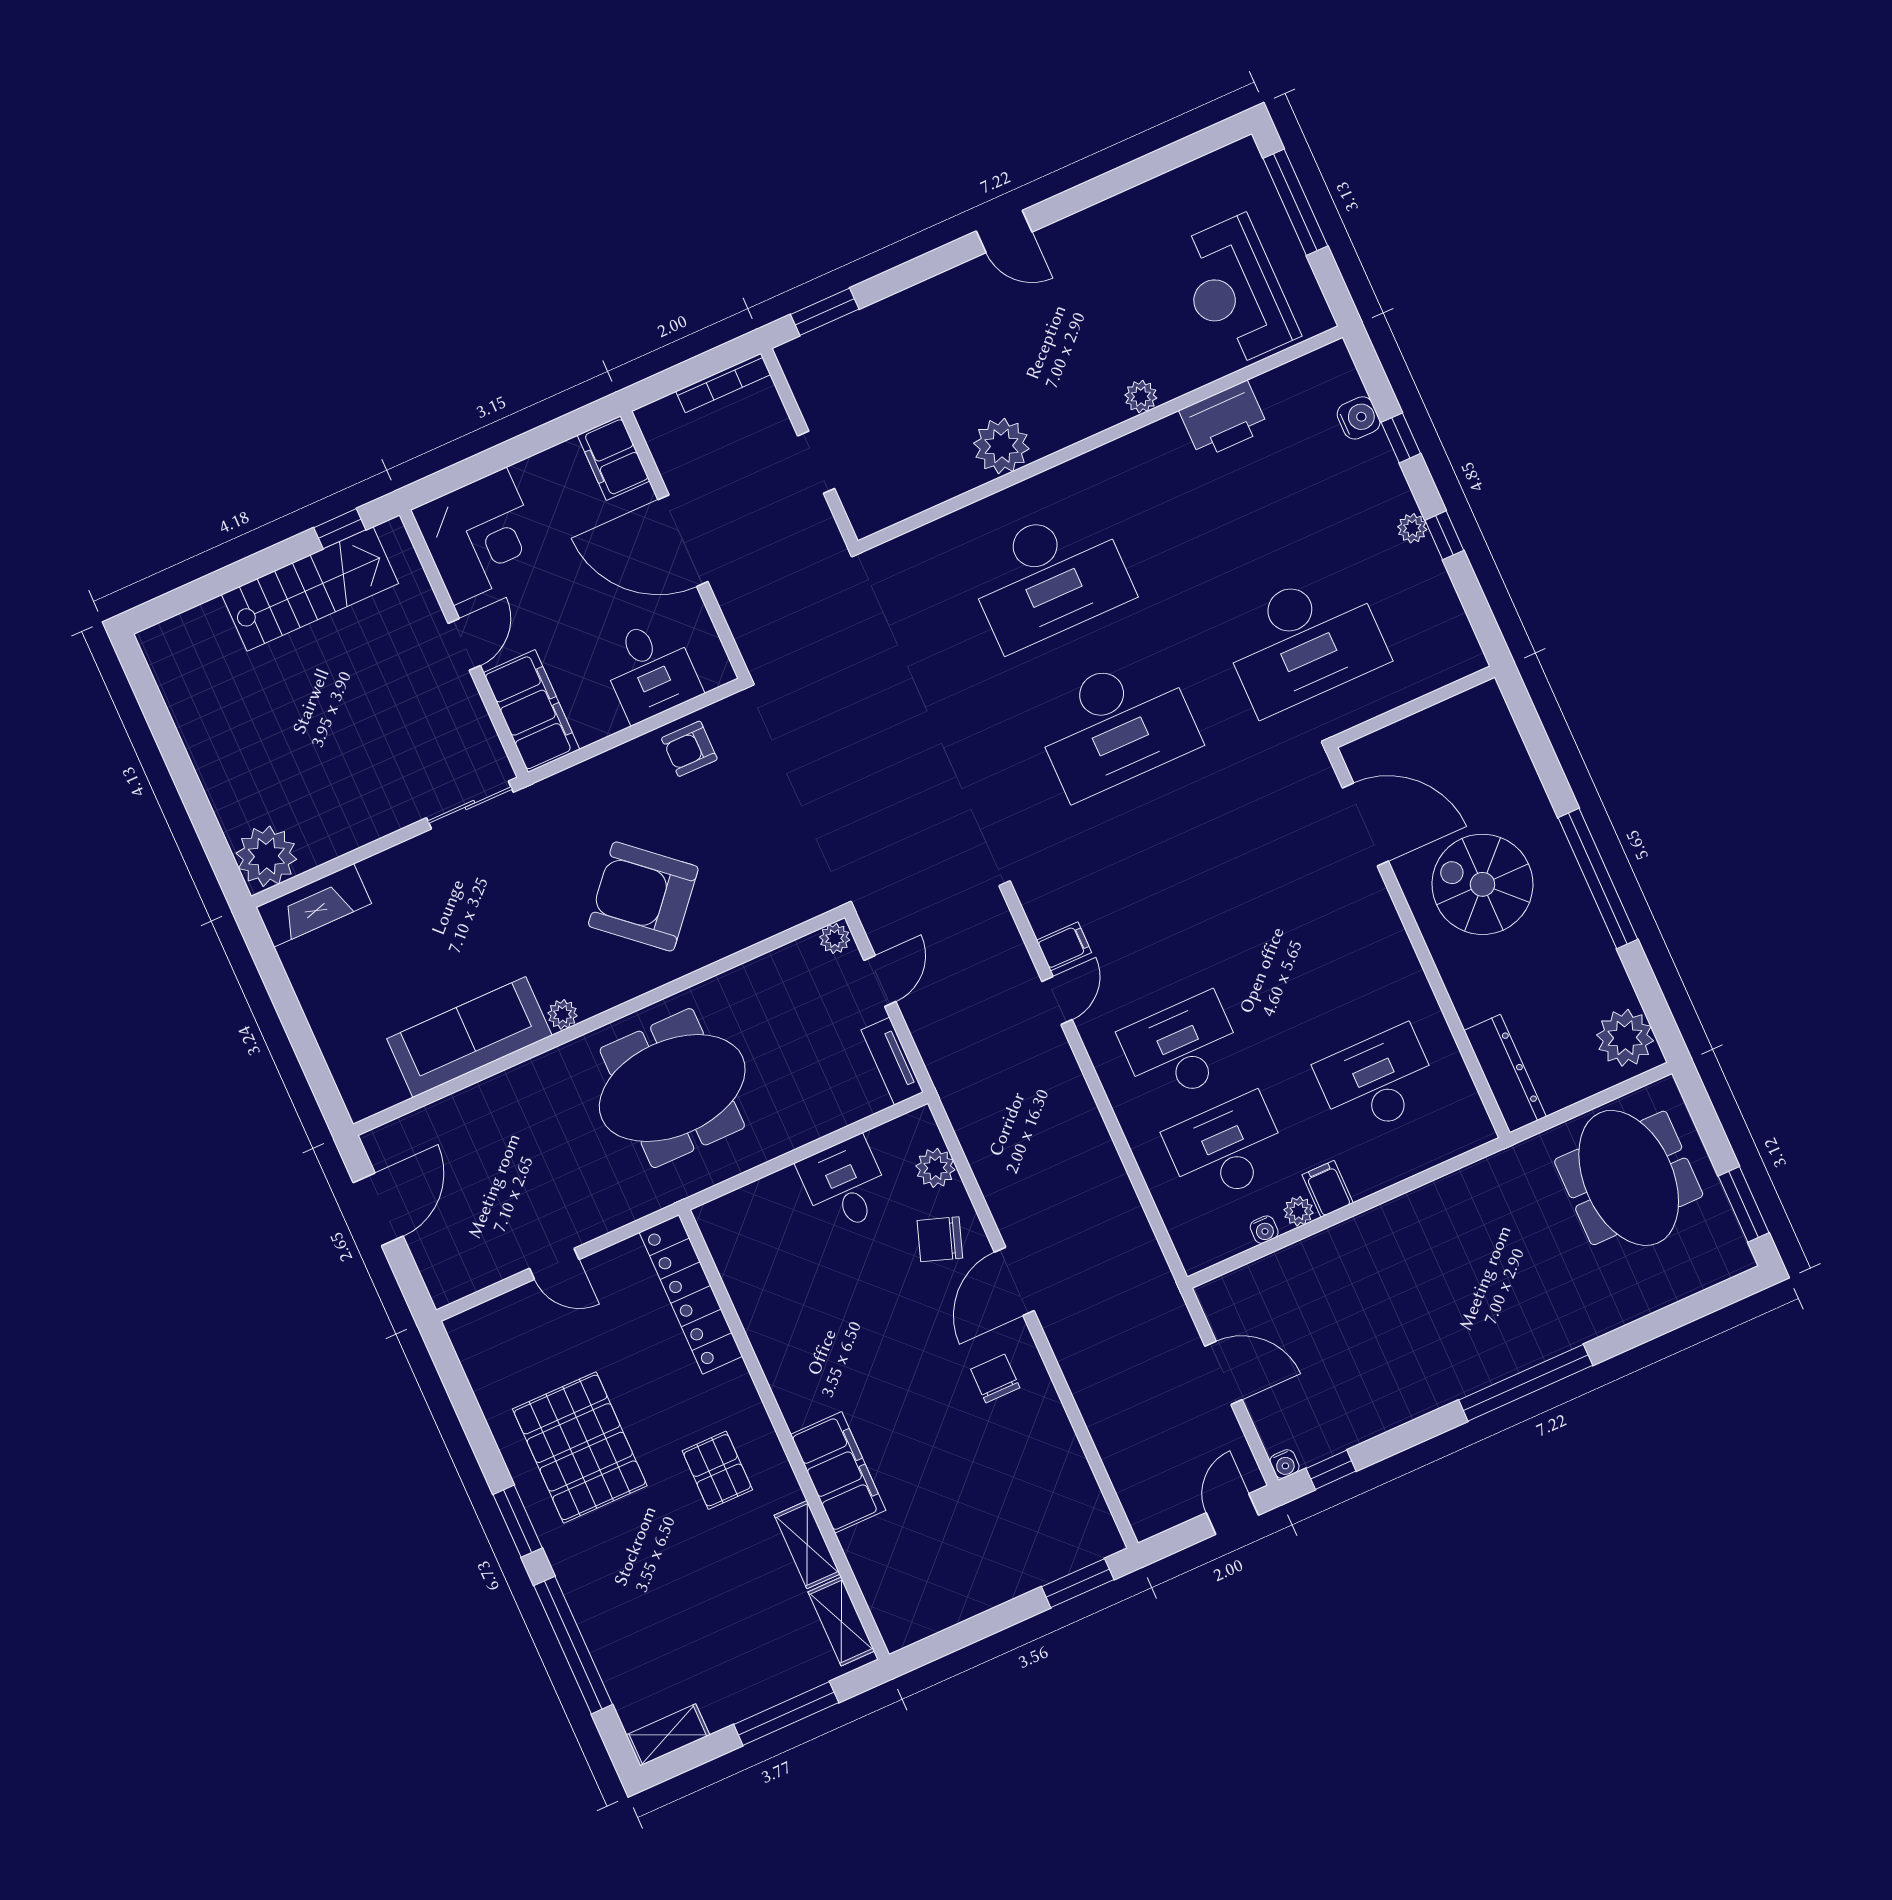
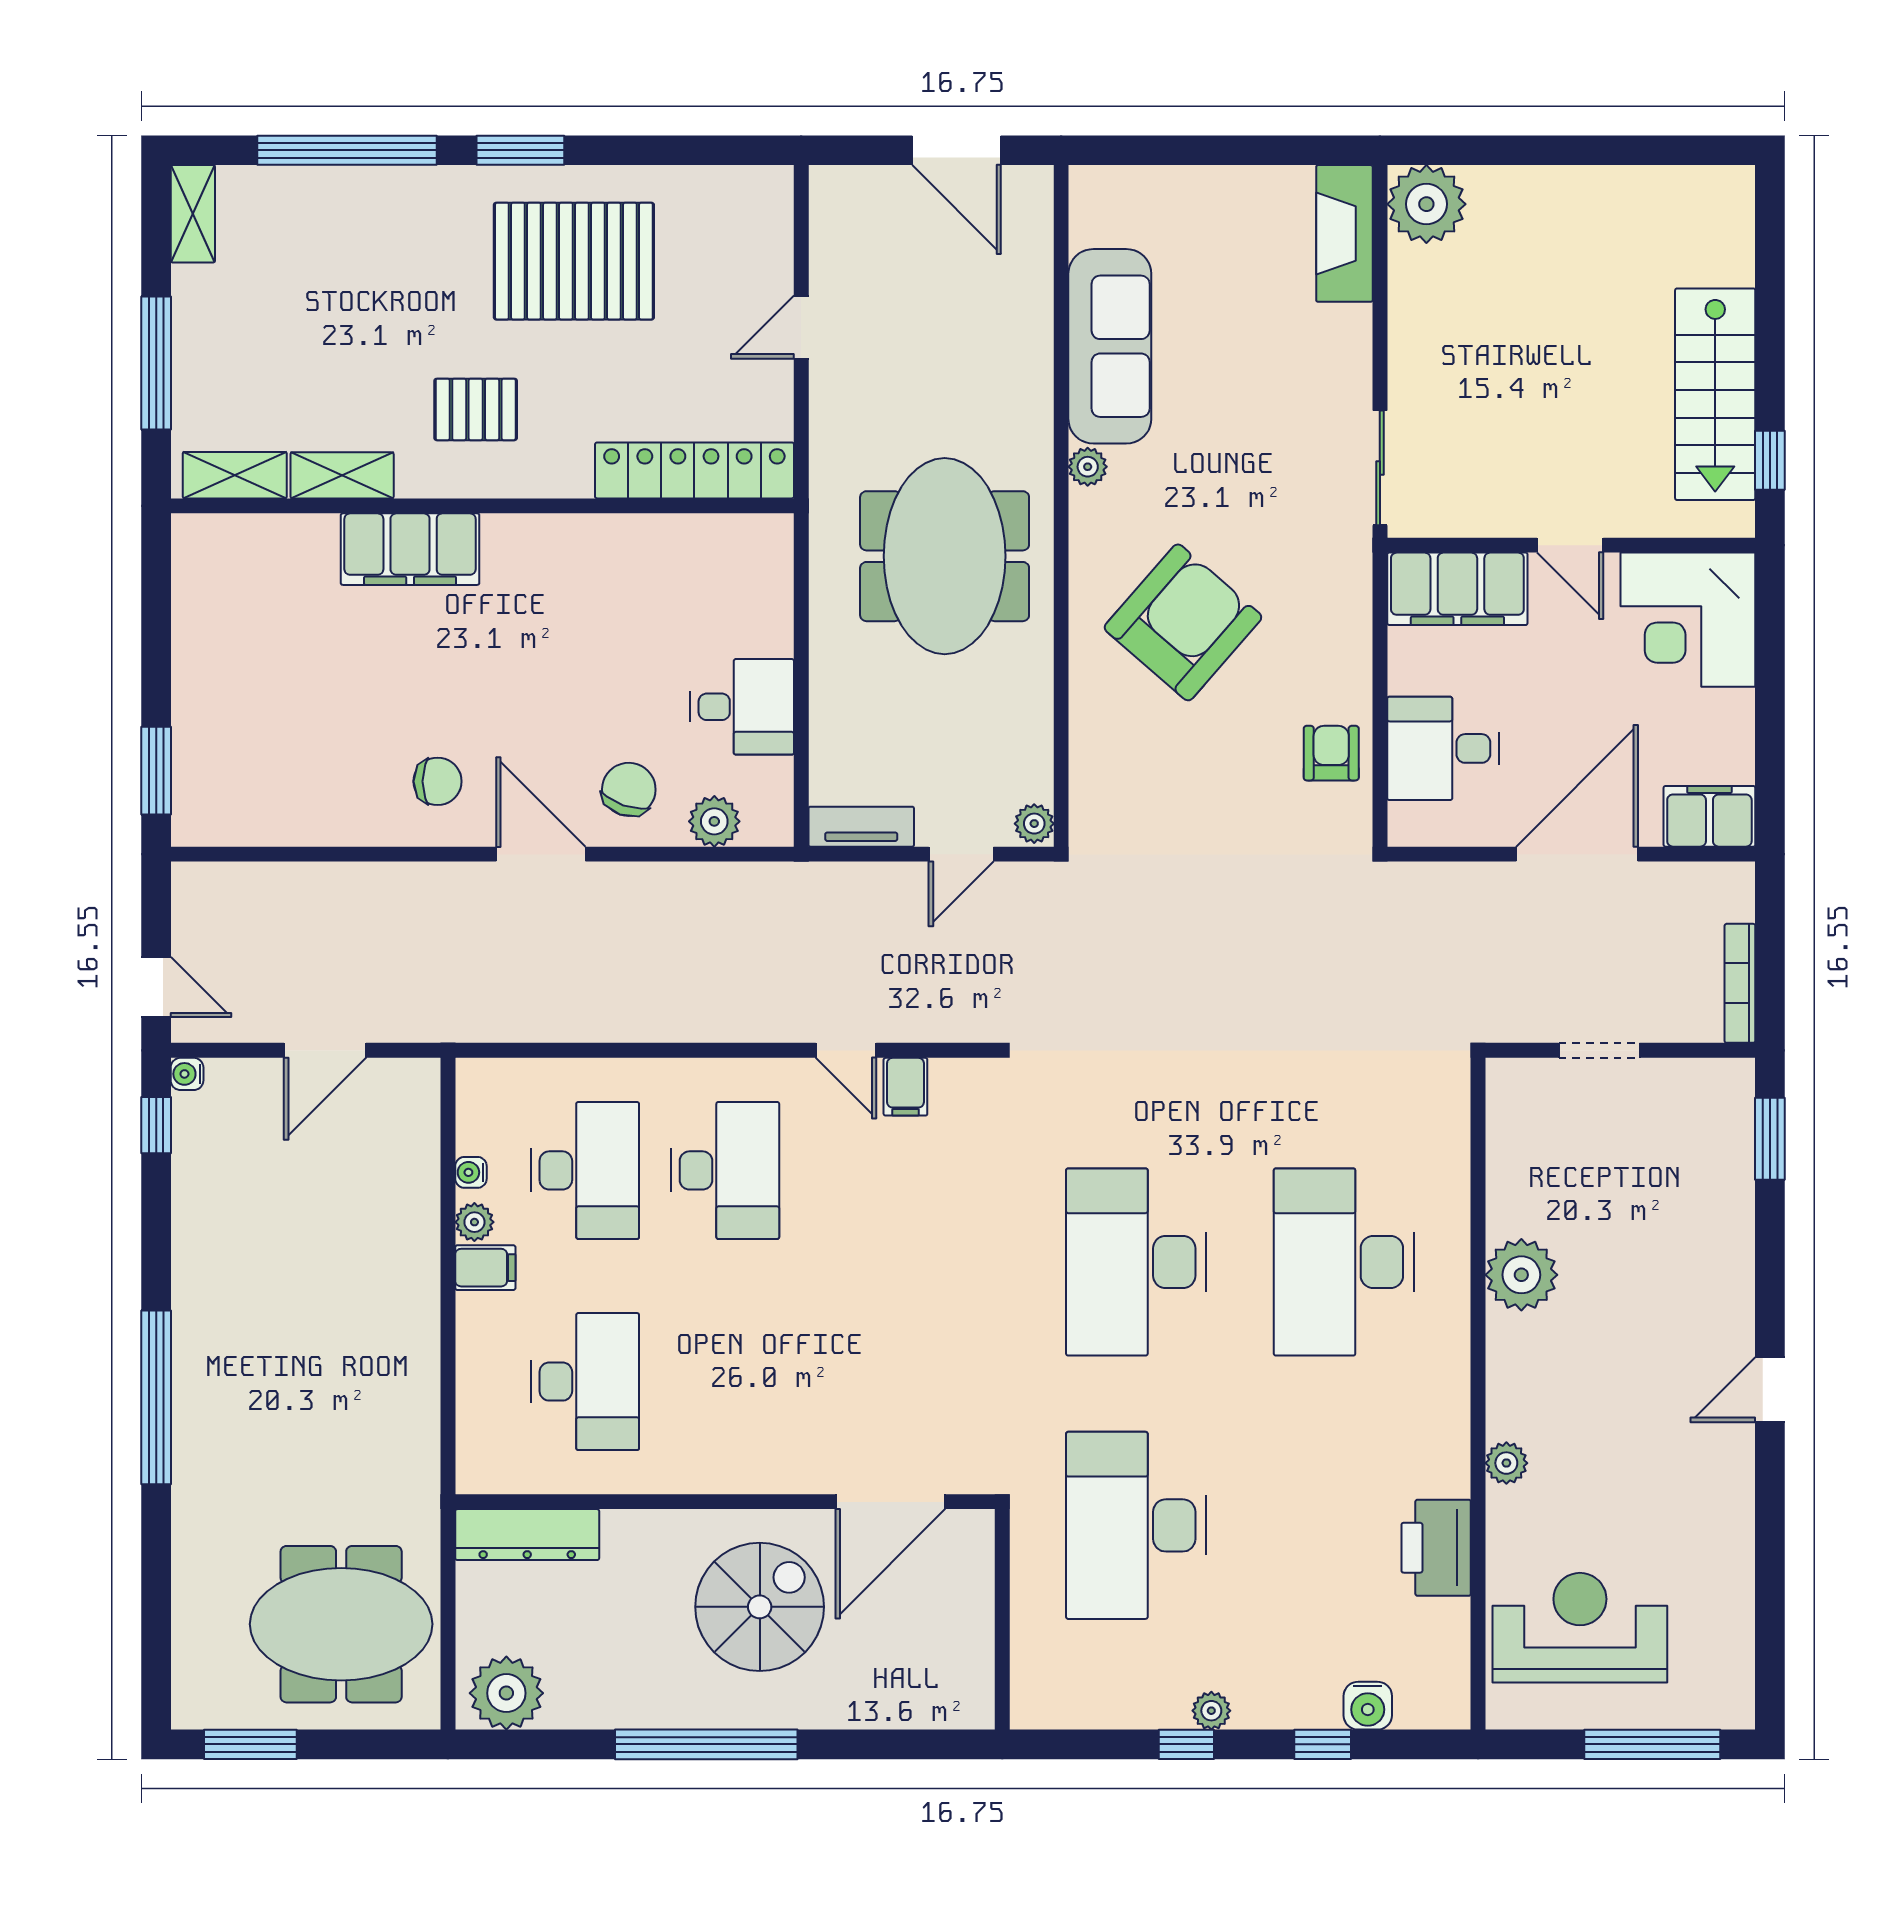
door: (880, 981) -> (961, 854), hinge flipped

